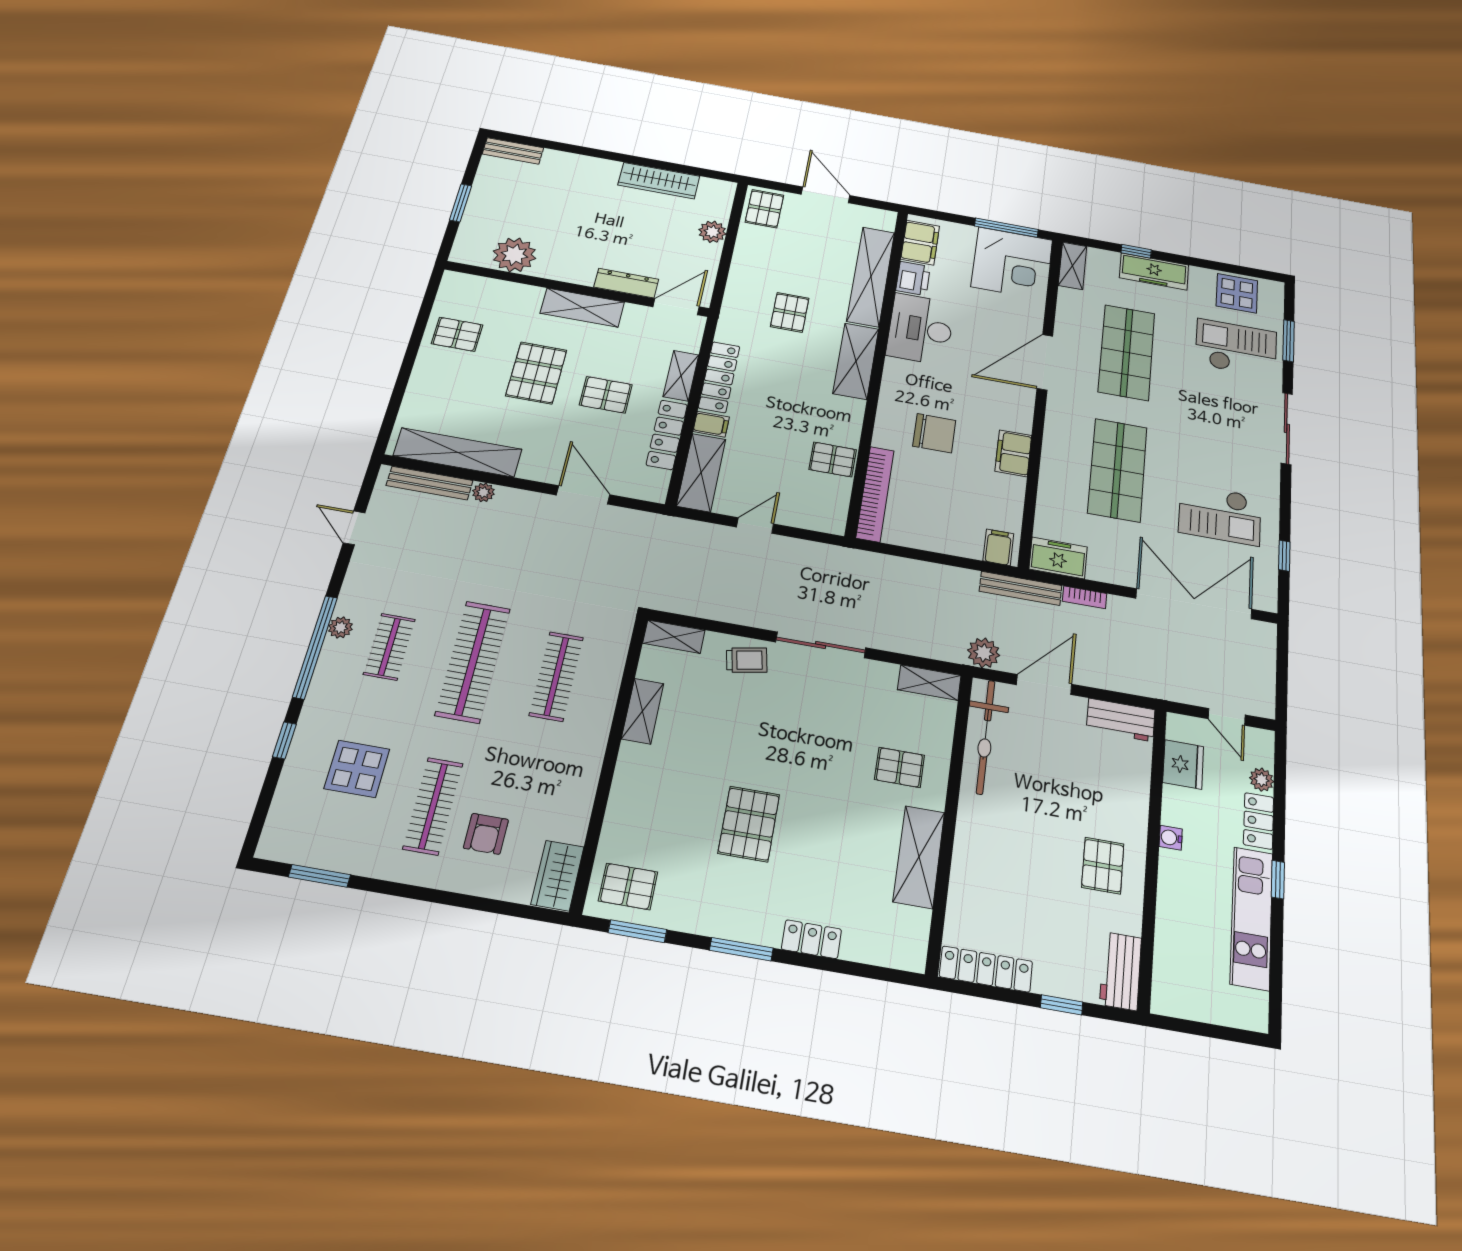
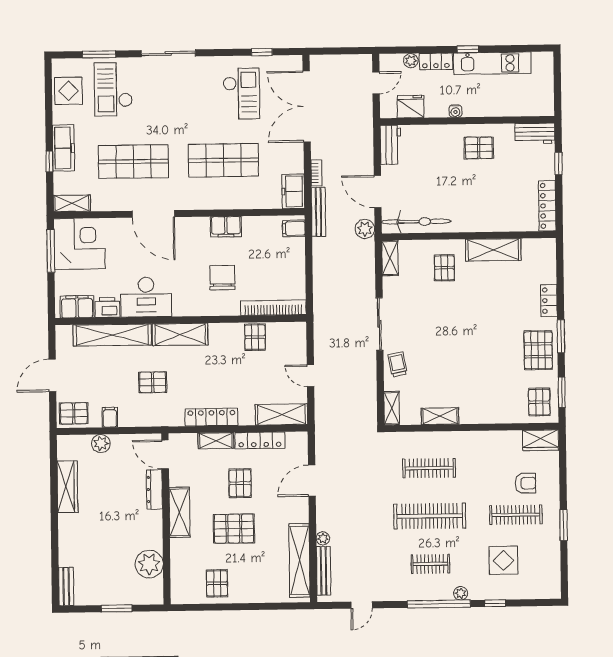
filing cabinet: (711, 424) -> (110, 417), moved
plant: (340, 627) -> (461, 593), moved
pallet: (749, 824) -> (538, 350), moved, turned 90
window: (319, 876) -> (564, 525), moved

